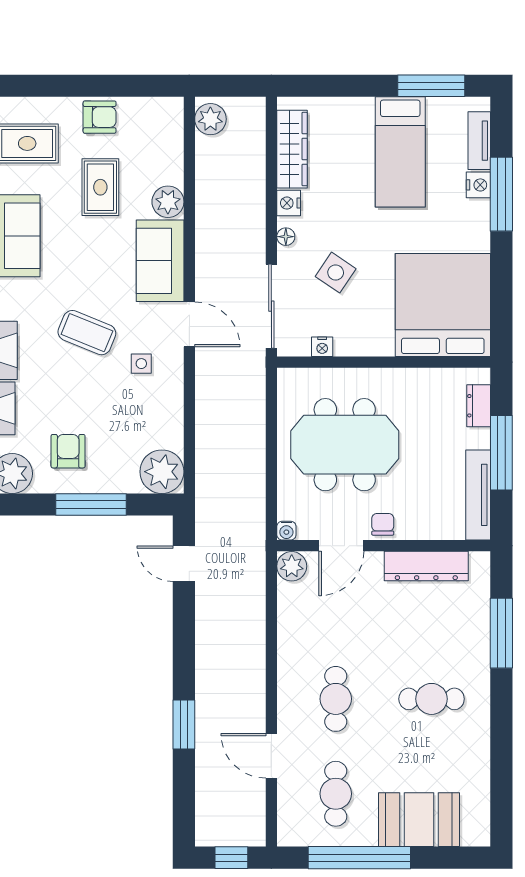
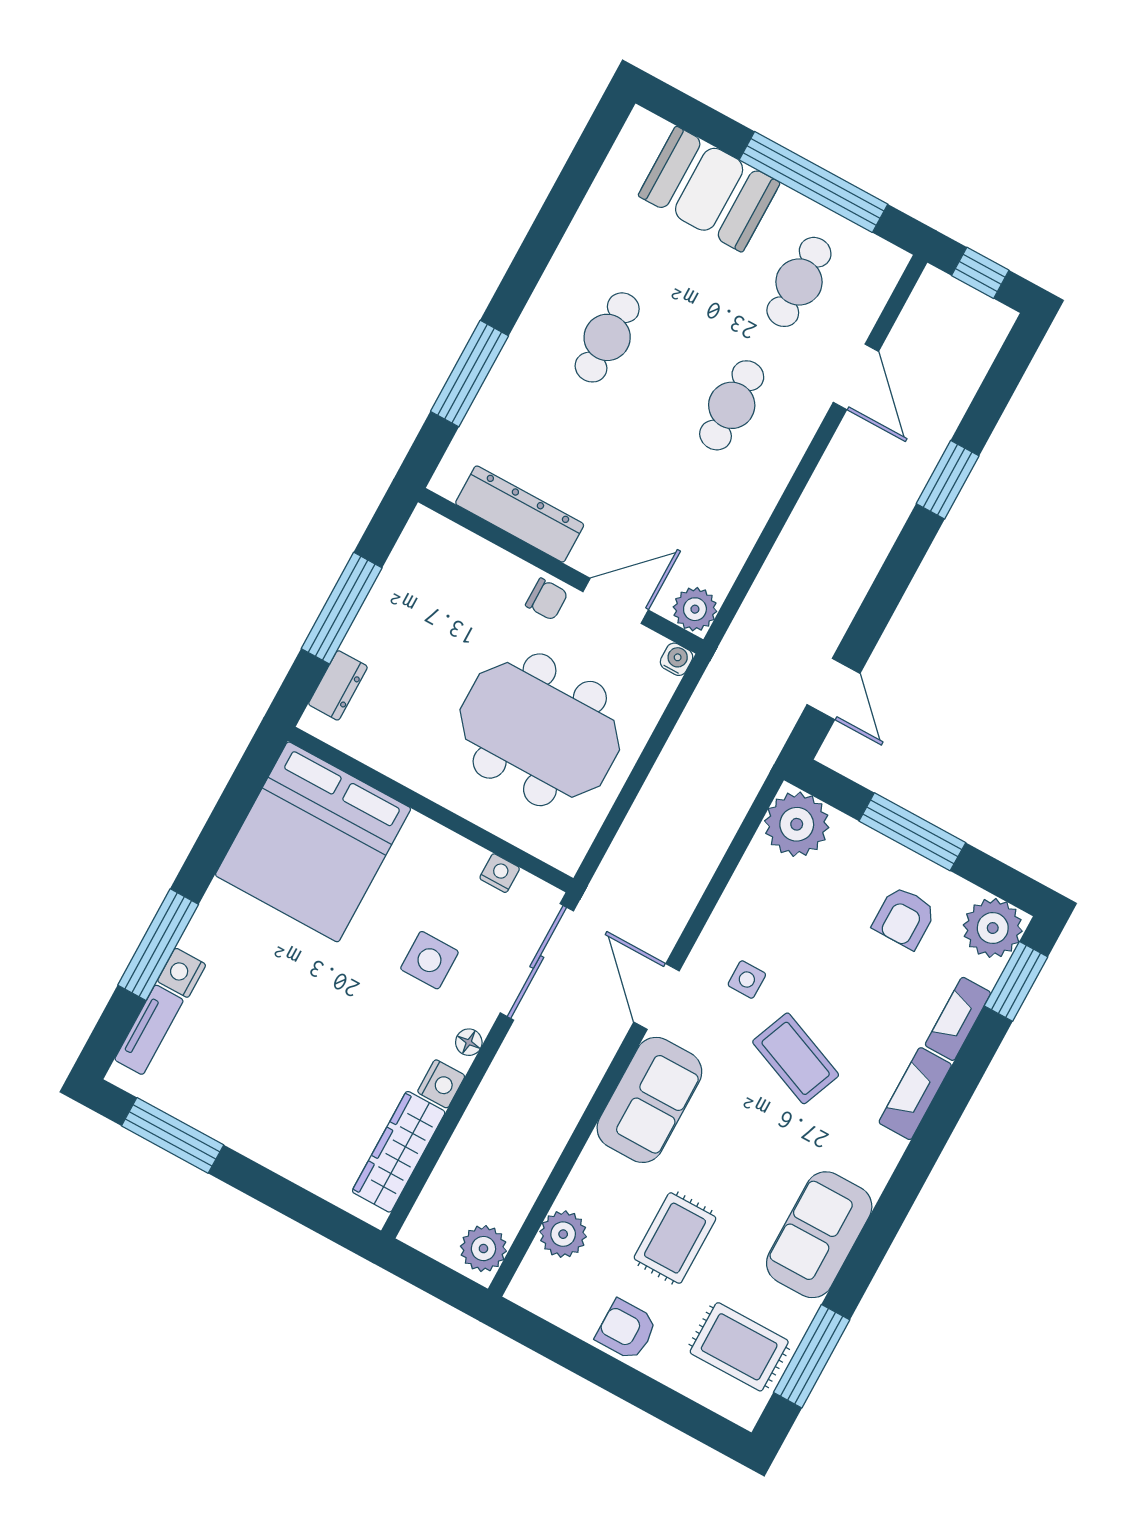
bed: (400, 152) -> (260, 1071), removed
plant: (168, 202) -> (563, 1234), moved
side table: (336, 273) -> (429, 960), turned -34
tv unit: (478, 495) -> (402, 570), removed
chair: (383, 524) -> (547, 599), turned -90
cafe table: (432, 699) -> (607, 337), turned 90

